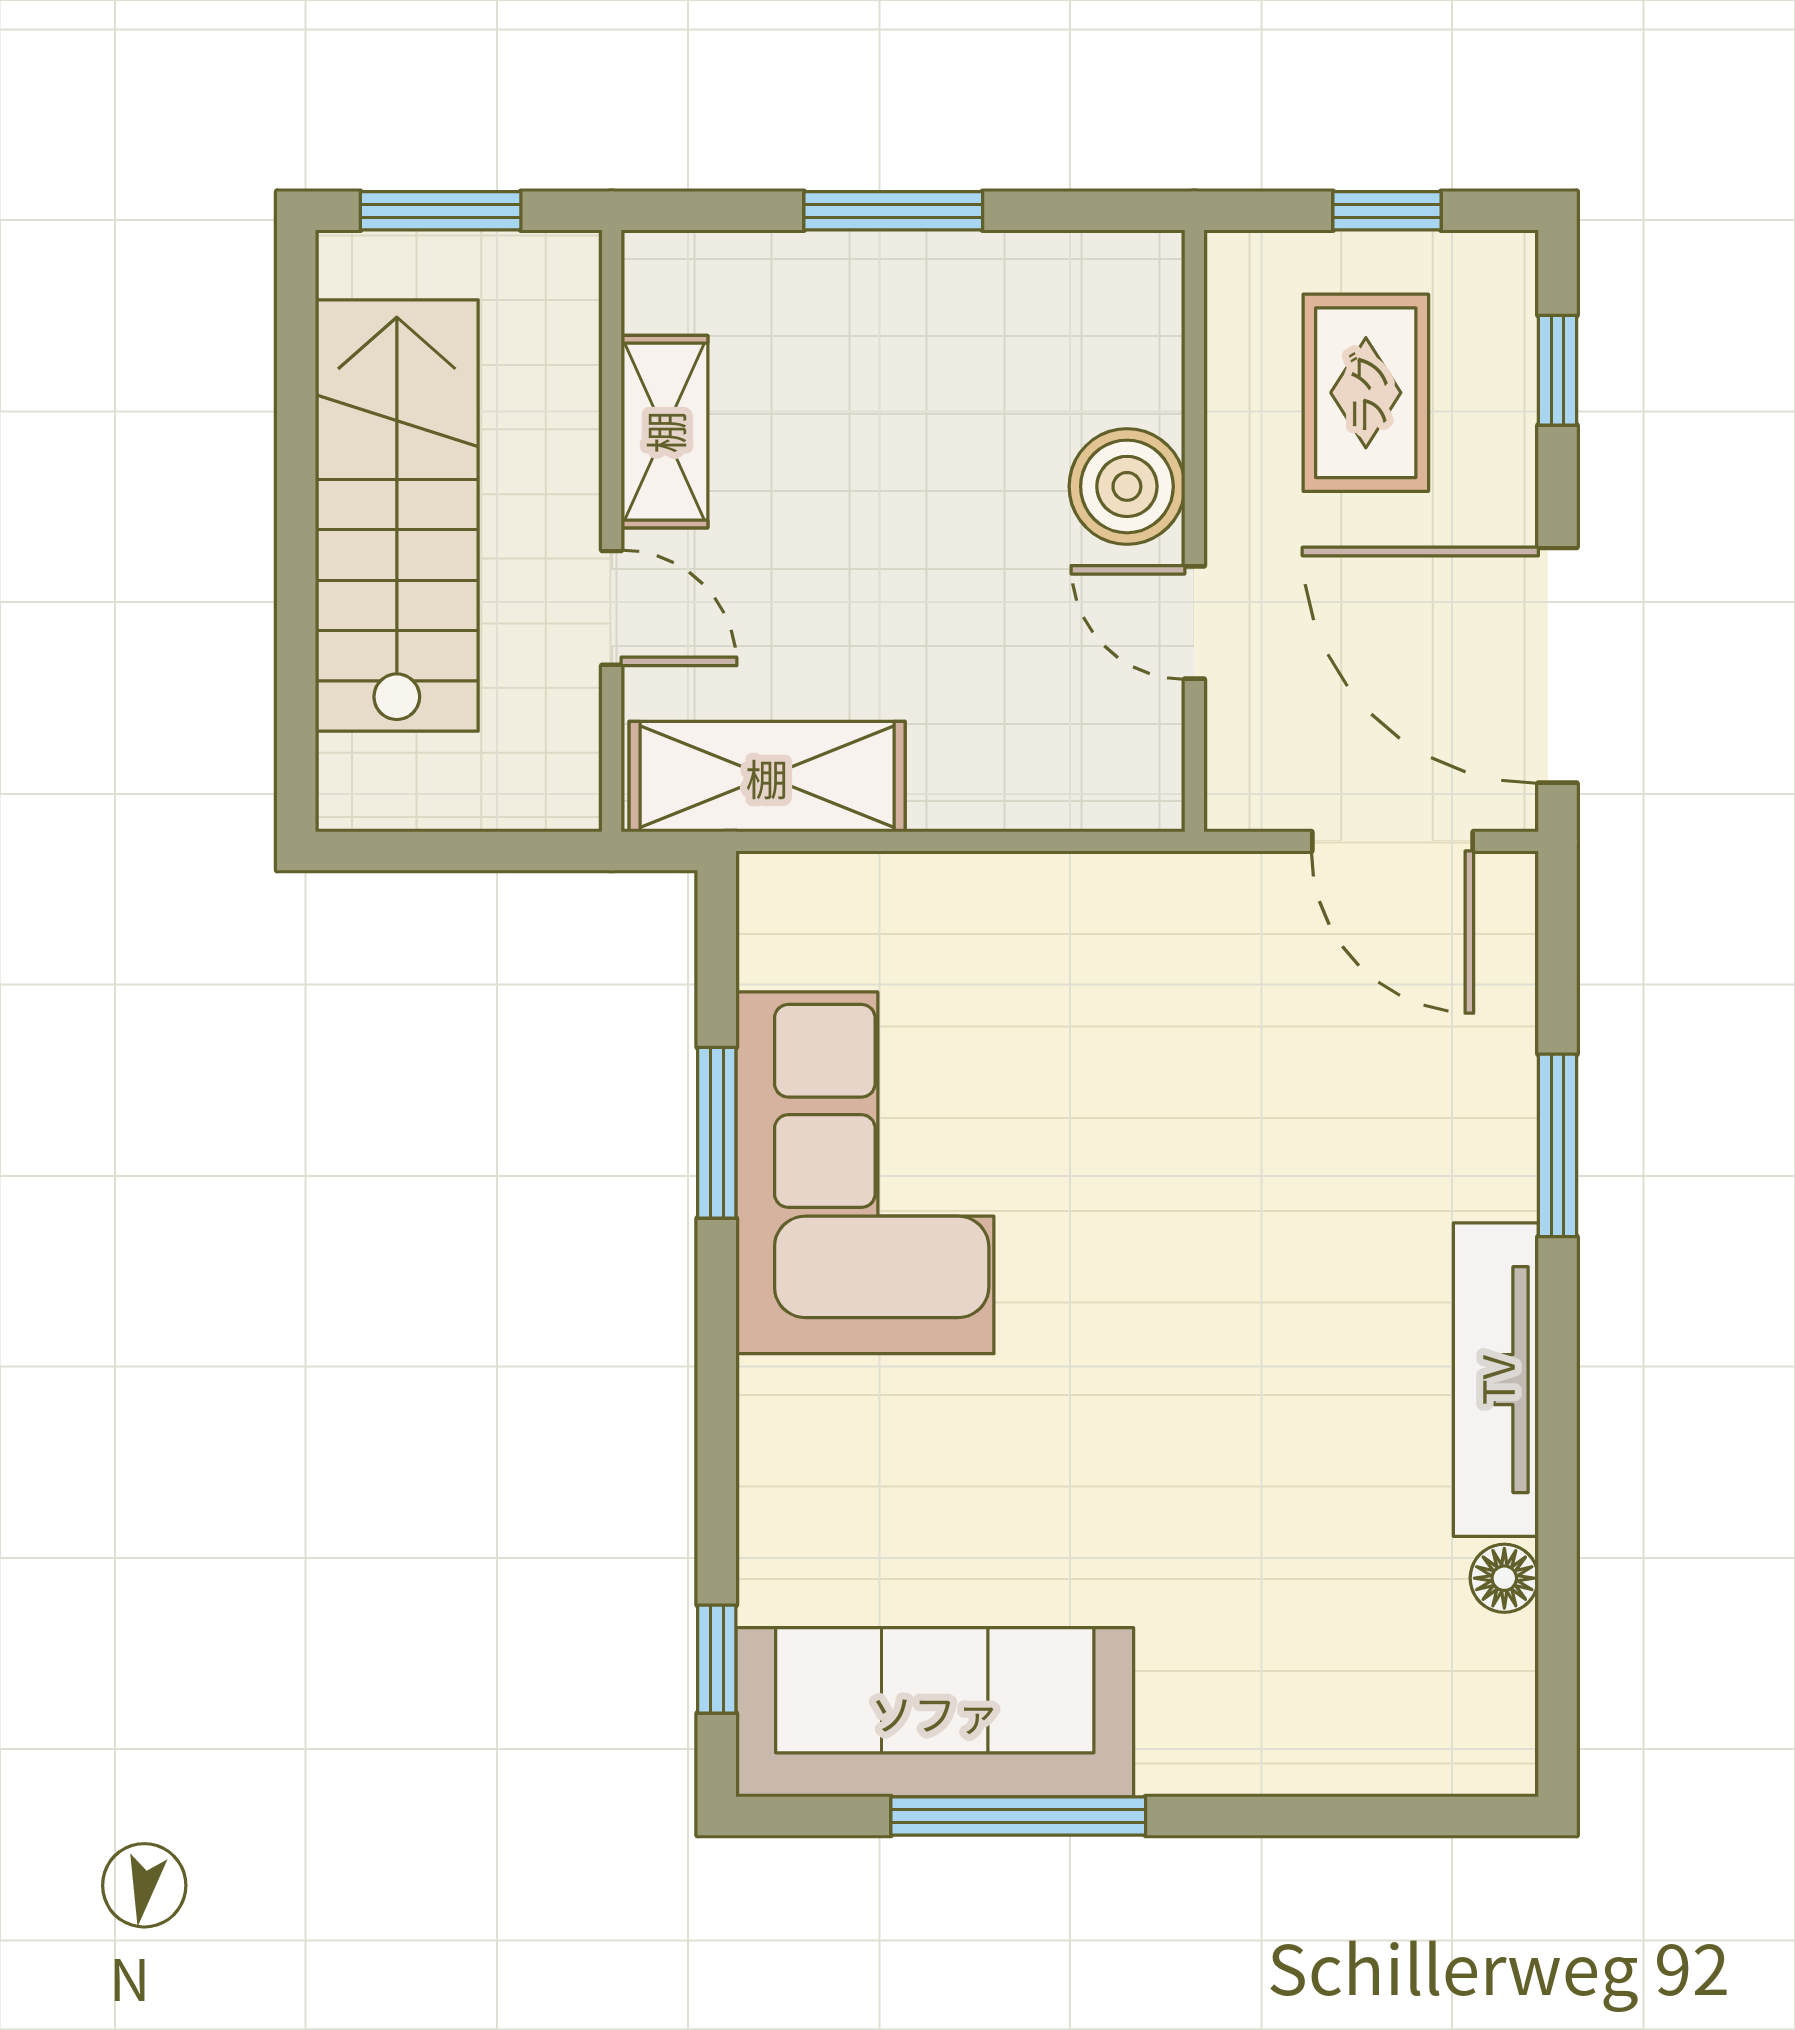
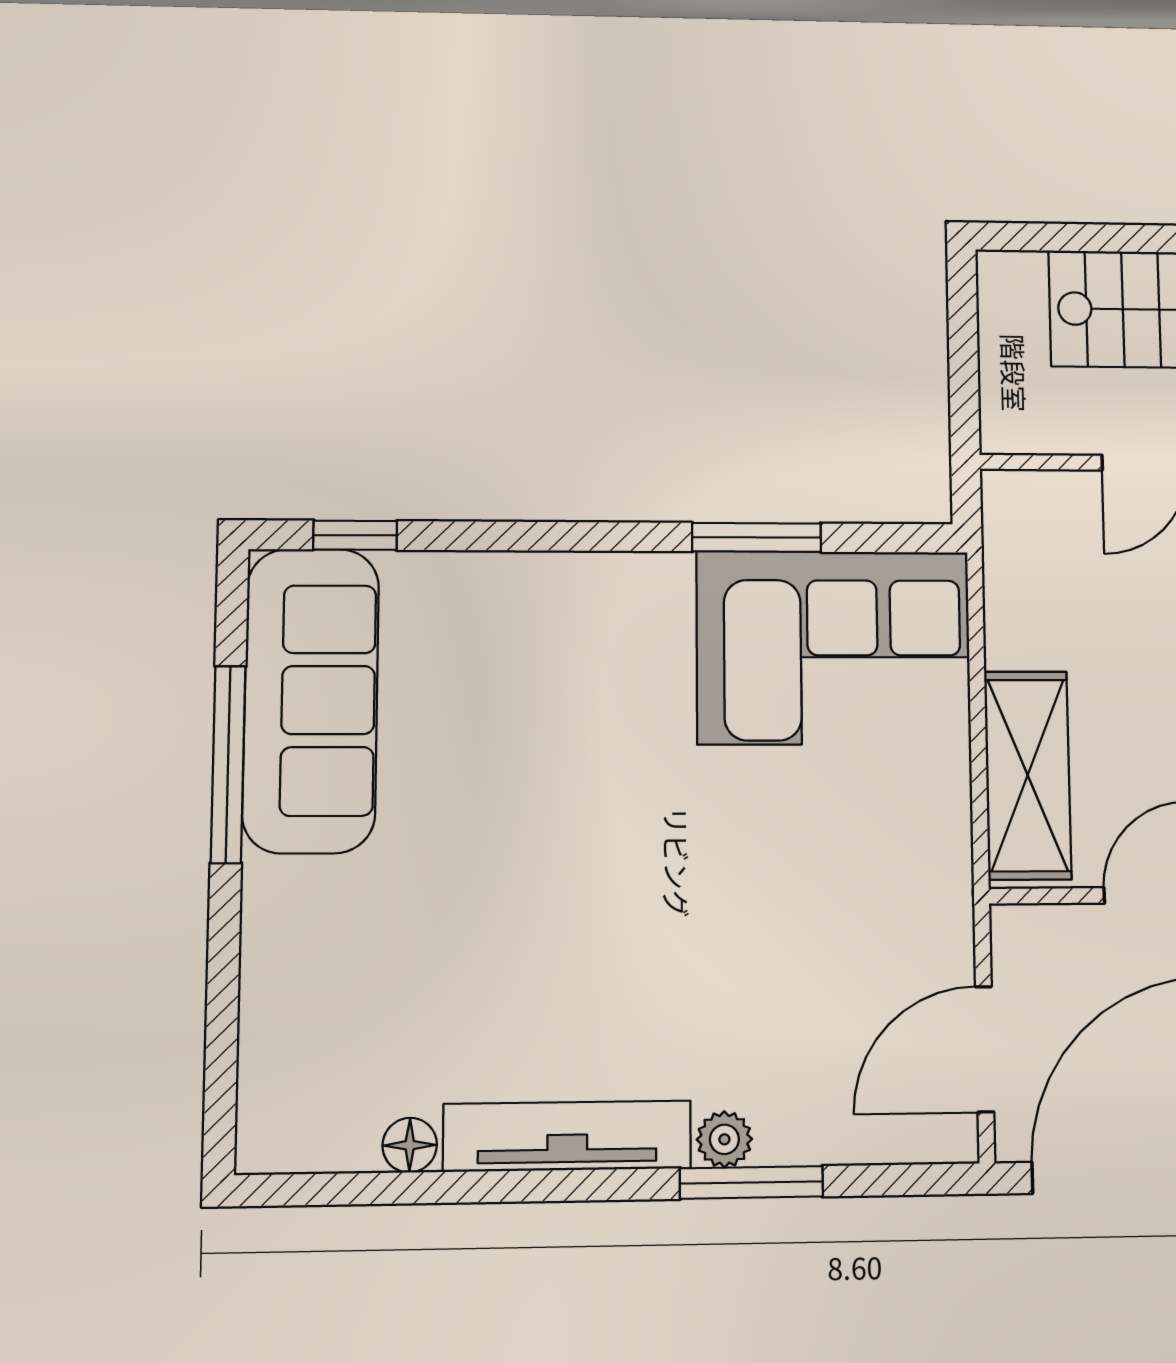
shelving: (767, 777) -> (1028, 775), moved
corner sofa: (865, 1173) -> (834, 648), moved
plant: (1503, 1180) -> (724, 1139), added

